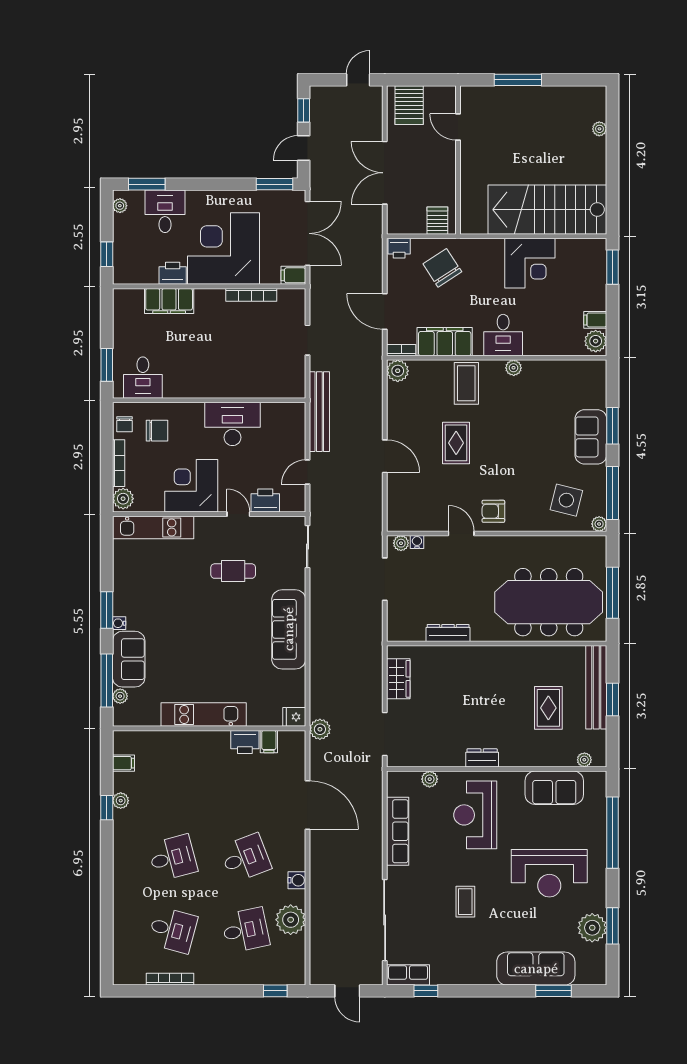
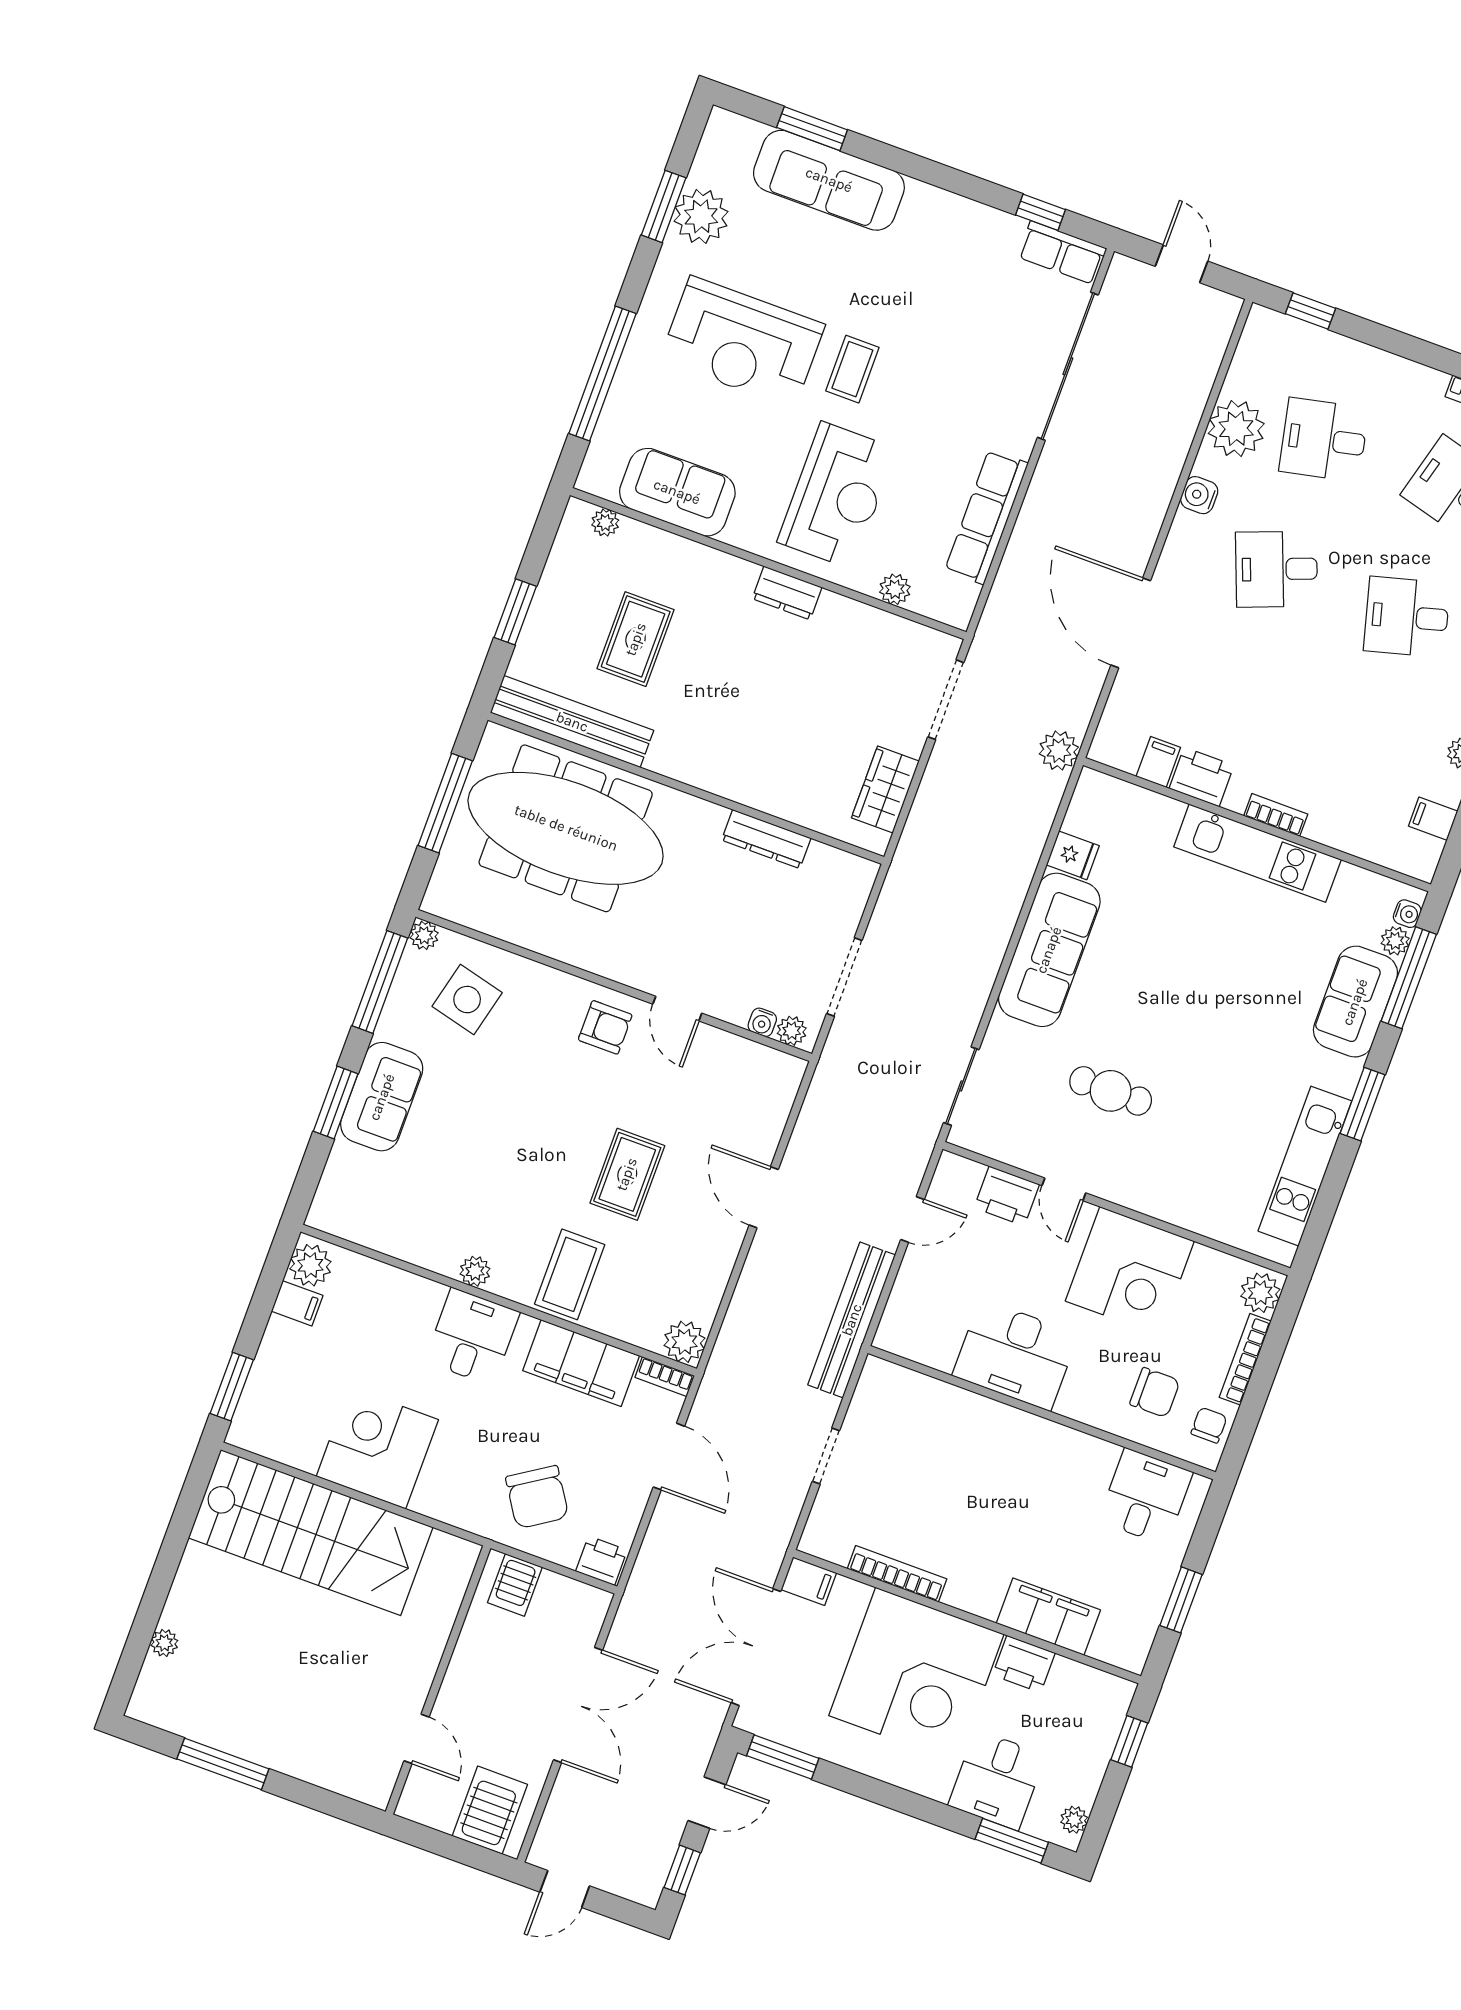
window: (518, 80) -> (223, 1764), moved
window: (107, 365) -> (1181, 1600), moved
chair: (157, 431) -> (1155, 1393), turned 180
kitchen unit: (153, 528) -> (1305, 1166), moved, turned -90
water cooler: (119, 623) -> (1407, 914), moved
bench: (596, 687) -> (572, 722), moved, turned 90
fridge: (294, 717) -> (1073, 855), moved
bookcase: (202, 737) -> (1276, 815), added
reception desk: (549, 873) -> (742, 342), turned 180
coffee table: (465, 902) -> (852, 369), moved

